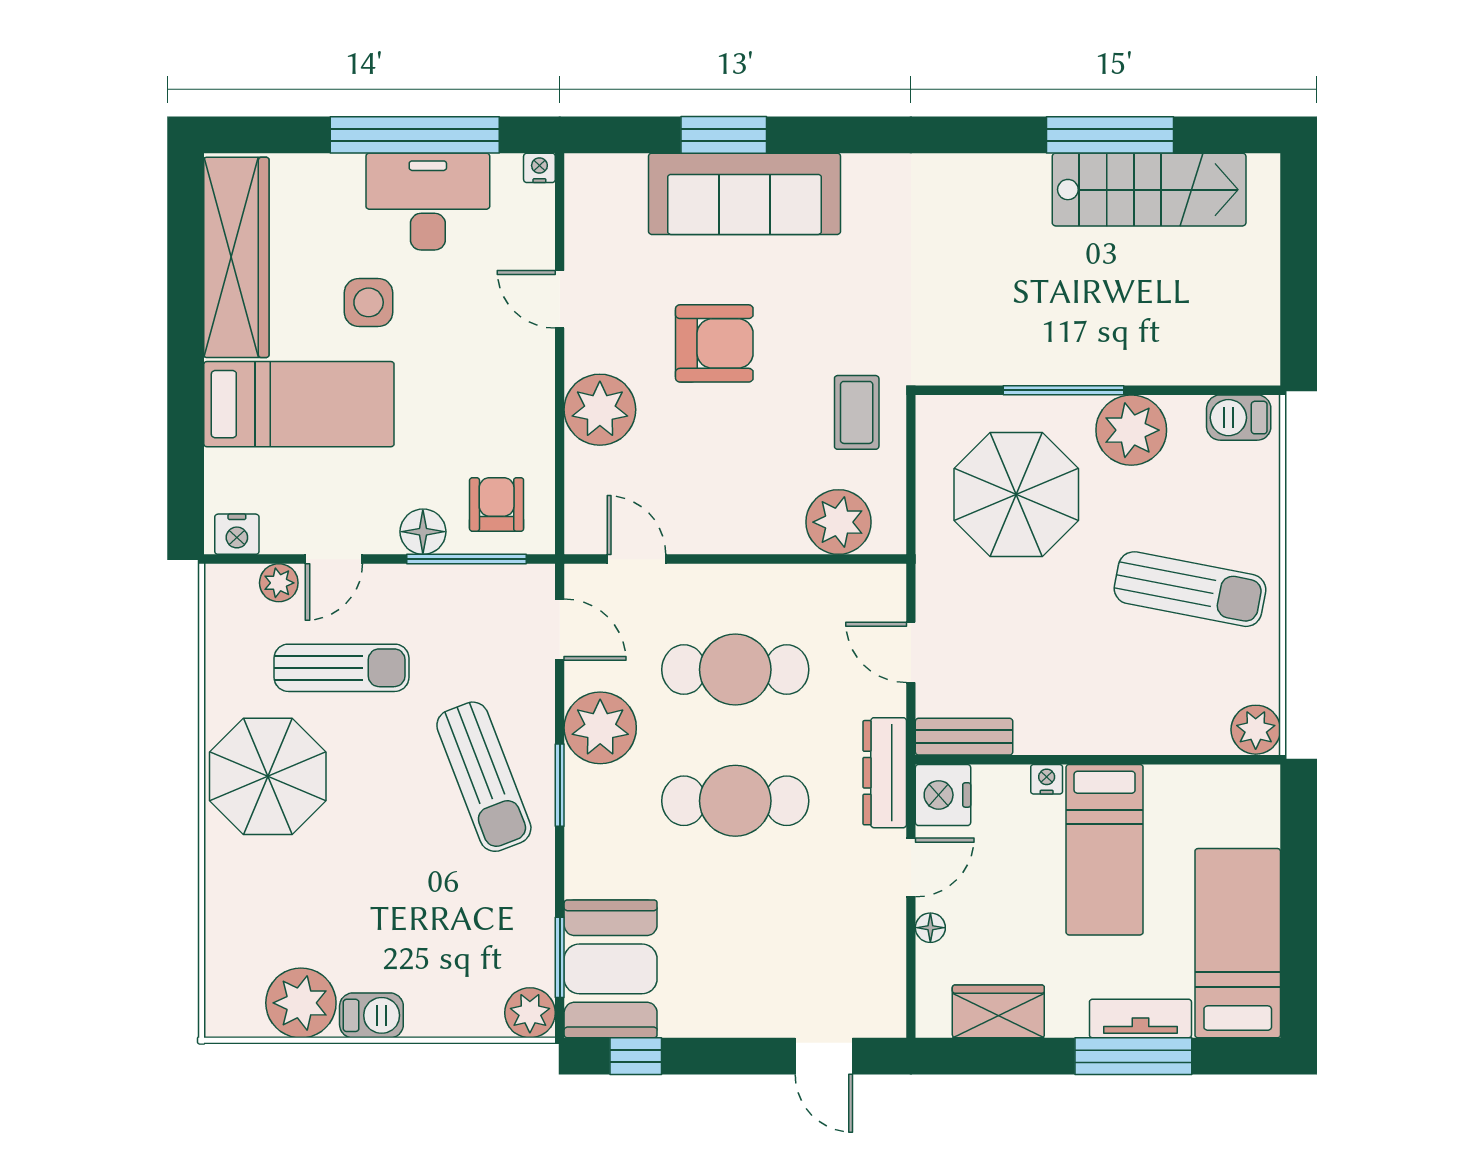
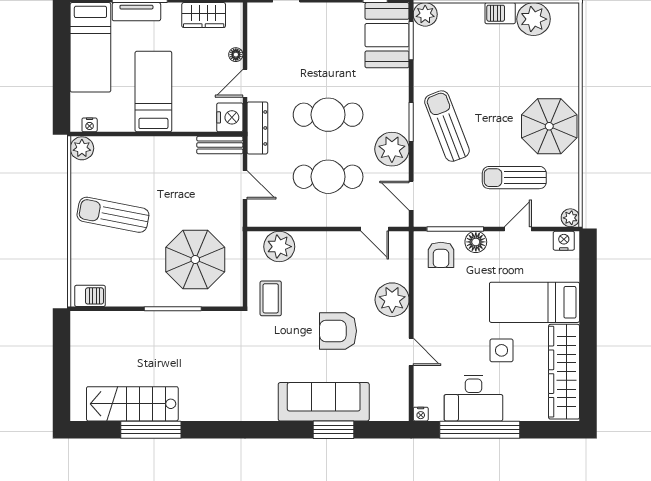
plant: (1131, 430) -> (141, 290), removed
plant: (279, 583) -> (570, 218), moved
nightstand: (1047, 779) -> (90, 125), moved

